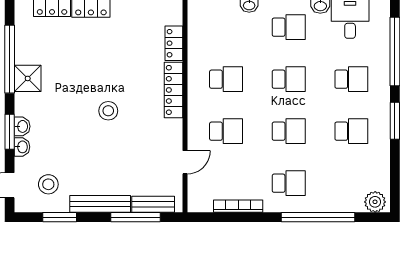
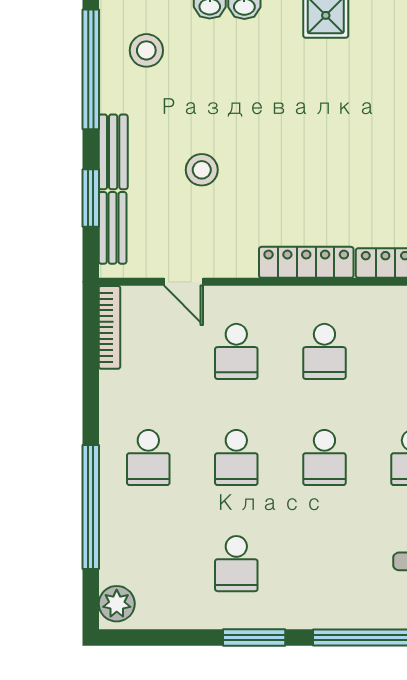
school desk: (351, 79) -> (324, 564), removed
stool: (108, 111) -> (202, 170), moved
bench: (100, 204) -> (113, 152), width x0.73
bookcase: (238, 206) -> (110, 327), moved
window: (60, 217) -> (91, 69), width x2.11
window: (135, 217) -> (91, 198), width x0.69

